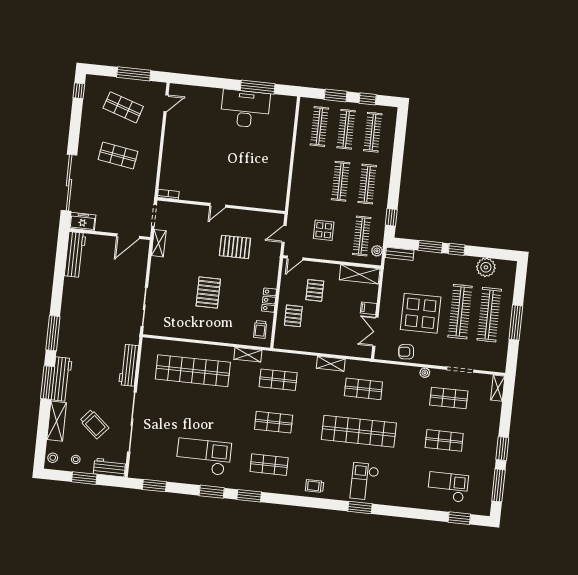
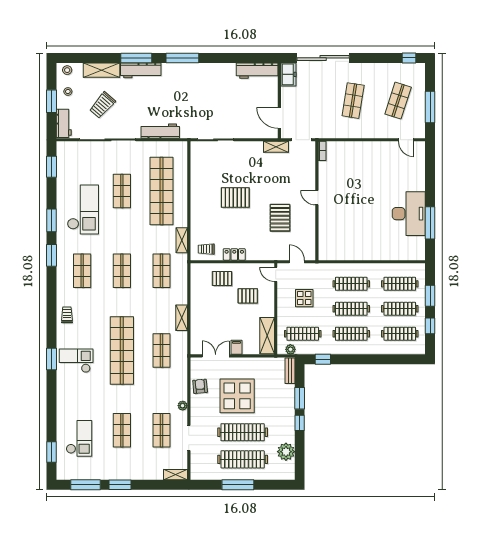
clothes rail: (314, 178) -> (351, 284), added
shop shelf: (188, 413) -> (122, 191), added

